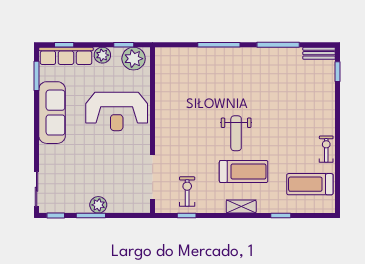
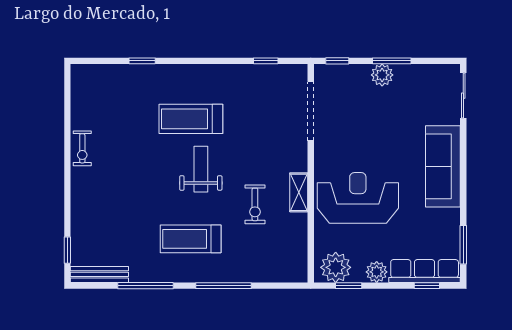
bench: (319, 53) -> (99, 274), width x1.36
sofa: (52, 113) -> (443, 166), moved
treadmill: (310, 184) -> (191, 239), moved, turned 180
exercise bike: (187, 192) -> (255, 204), moved
shelving: (241, 207) -> (299, 192), moved, turned 90
window: (56, 216) -> (337, 61), moved

